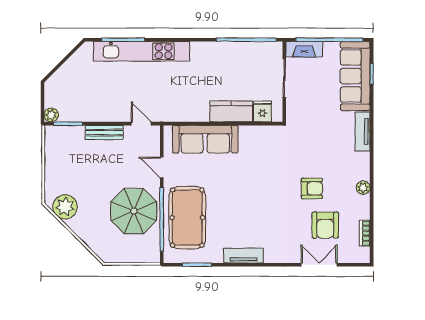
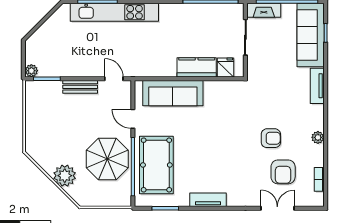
plant: (65, 207) -> (65, 176), moved

